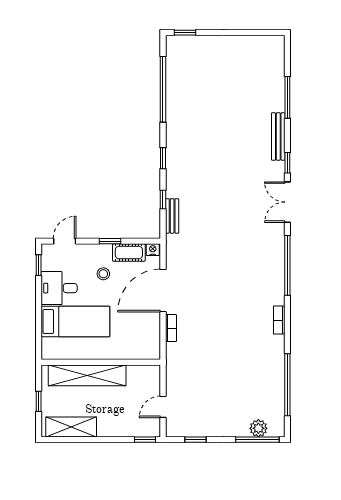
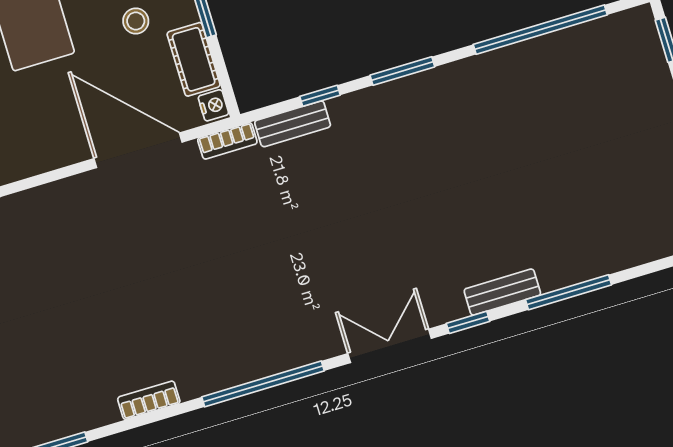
window: (287, 97) -> (568, 292), moved
bench: (278, 136) -> (502, 292), width x0.73
window: (163, 158) -> (402, 71), width x1.50
bookcase: (171, 328) -> (227, 141), moved

